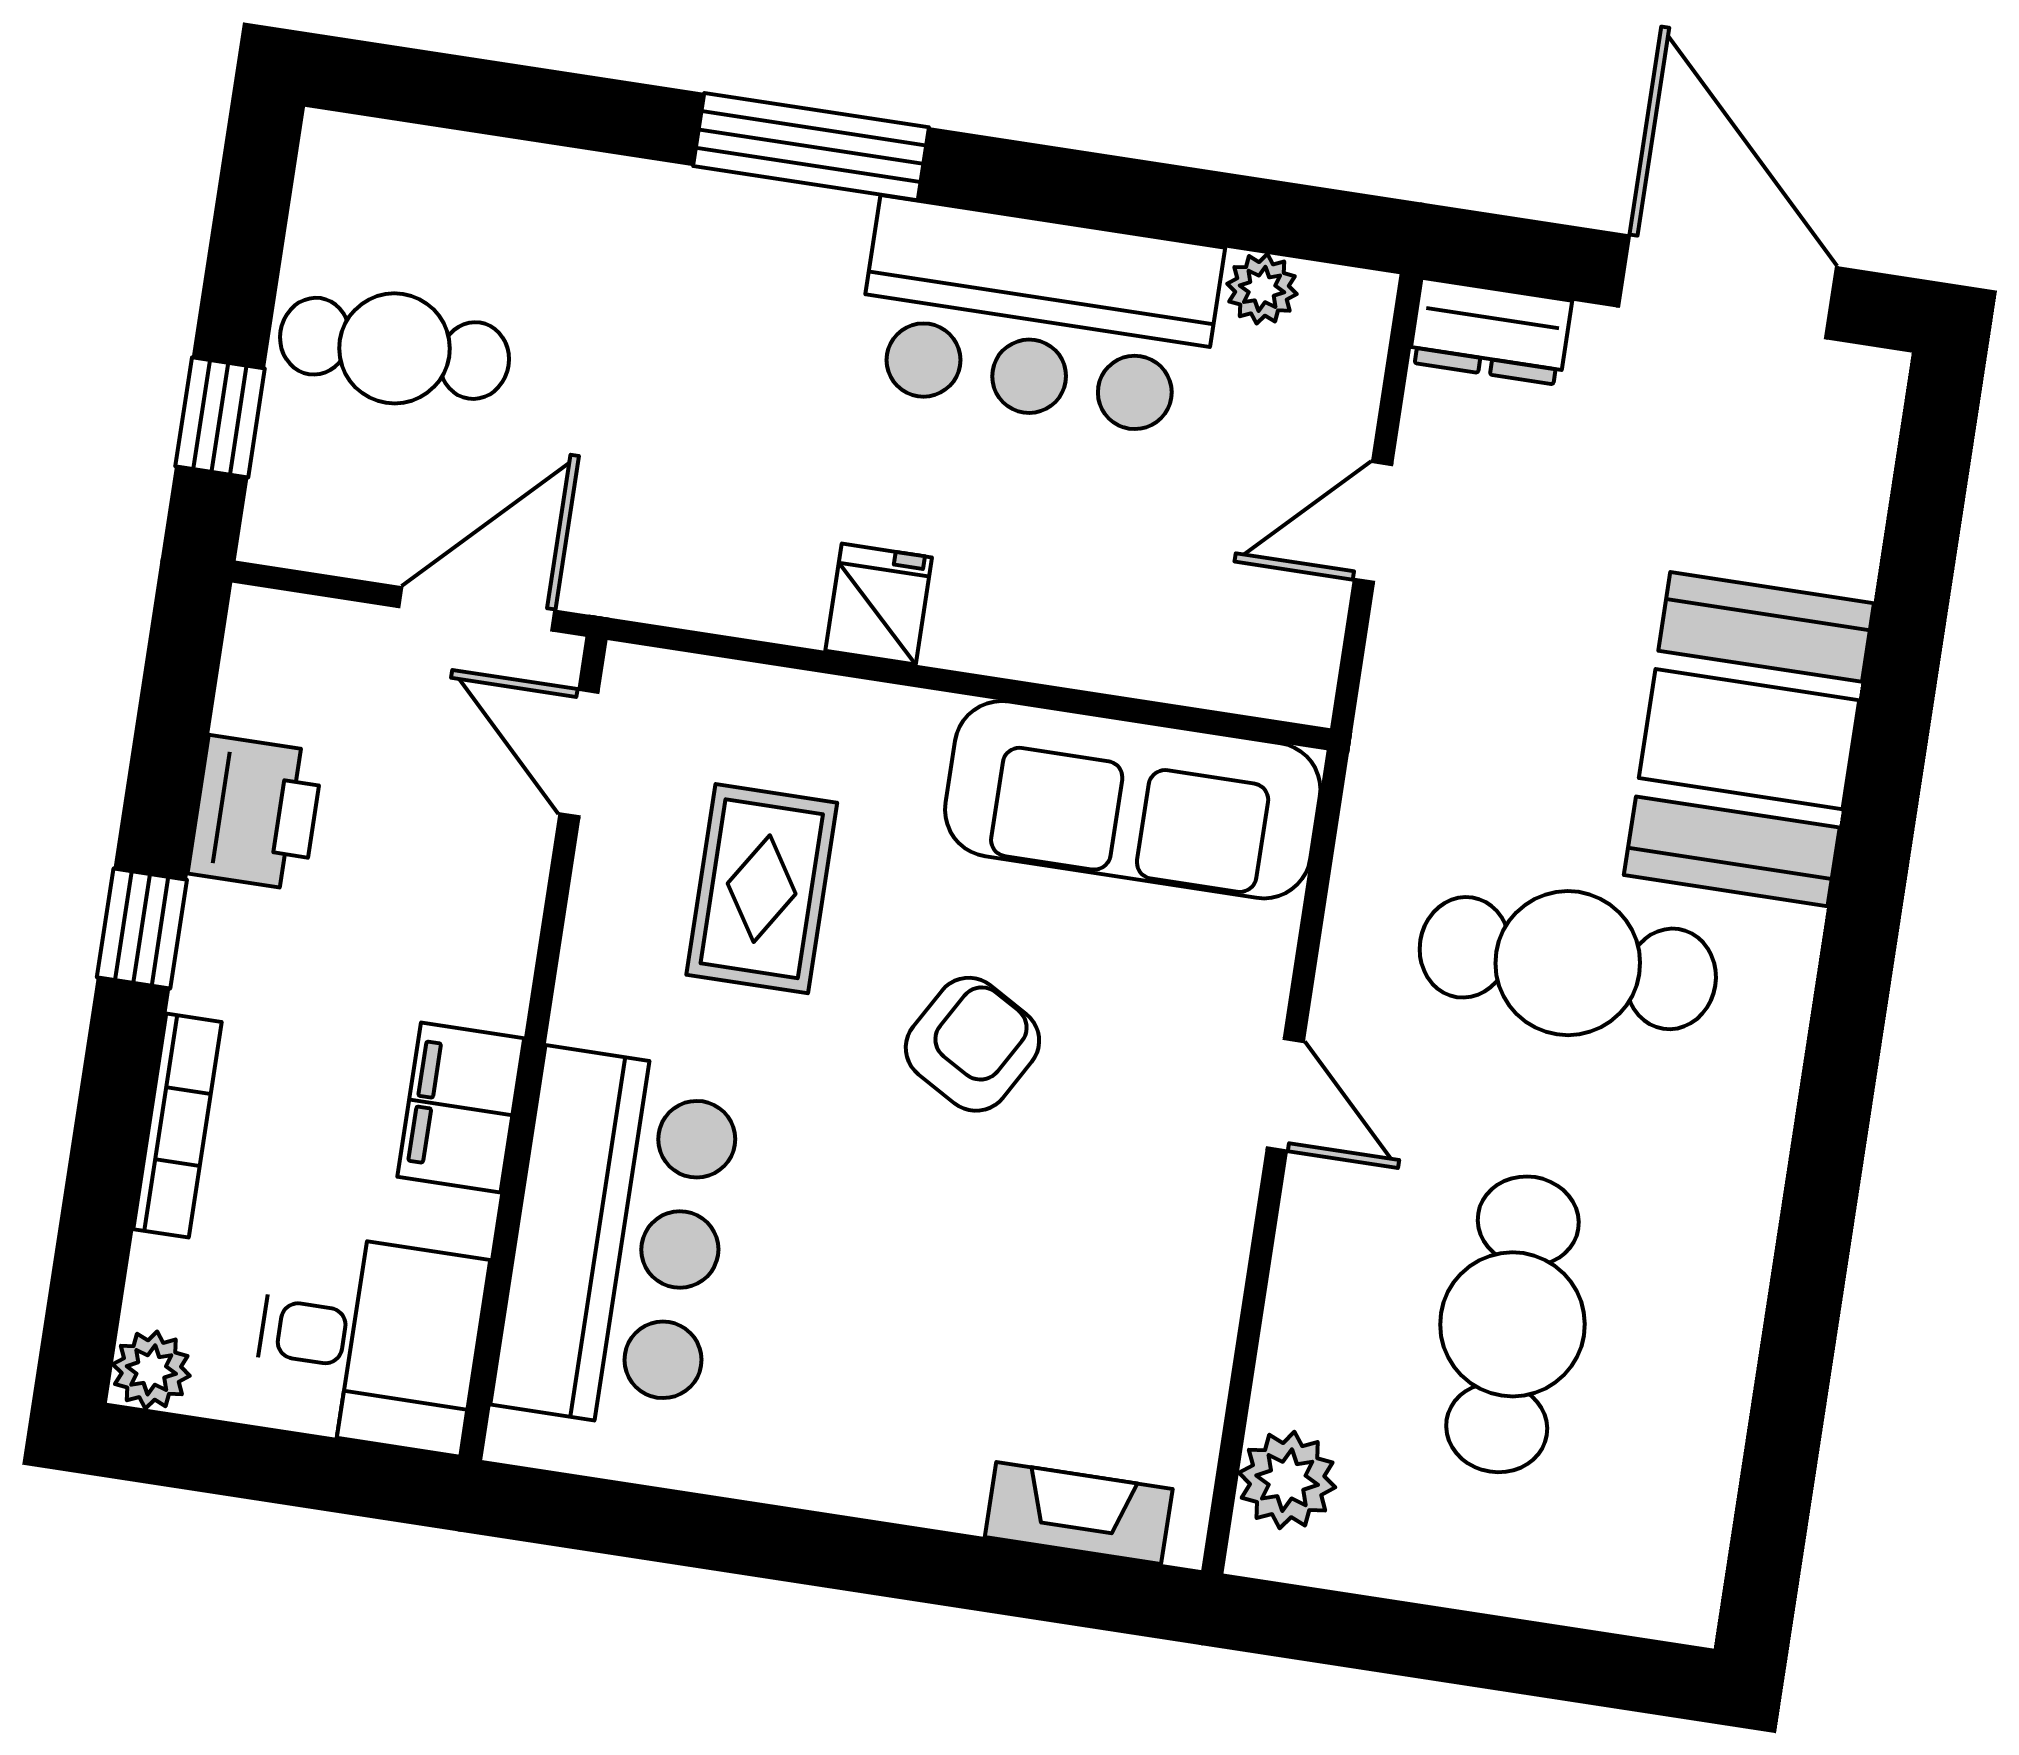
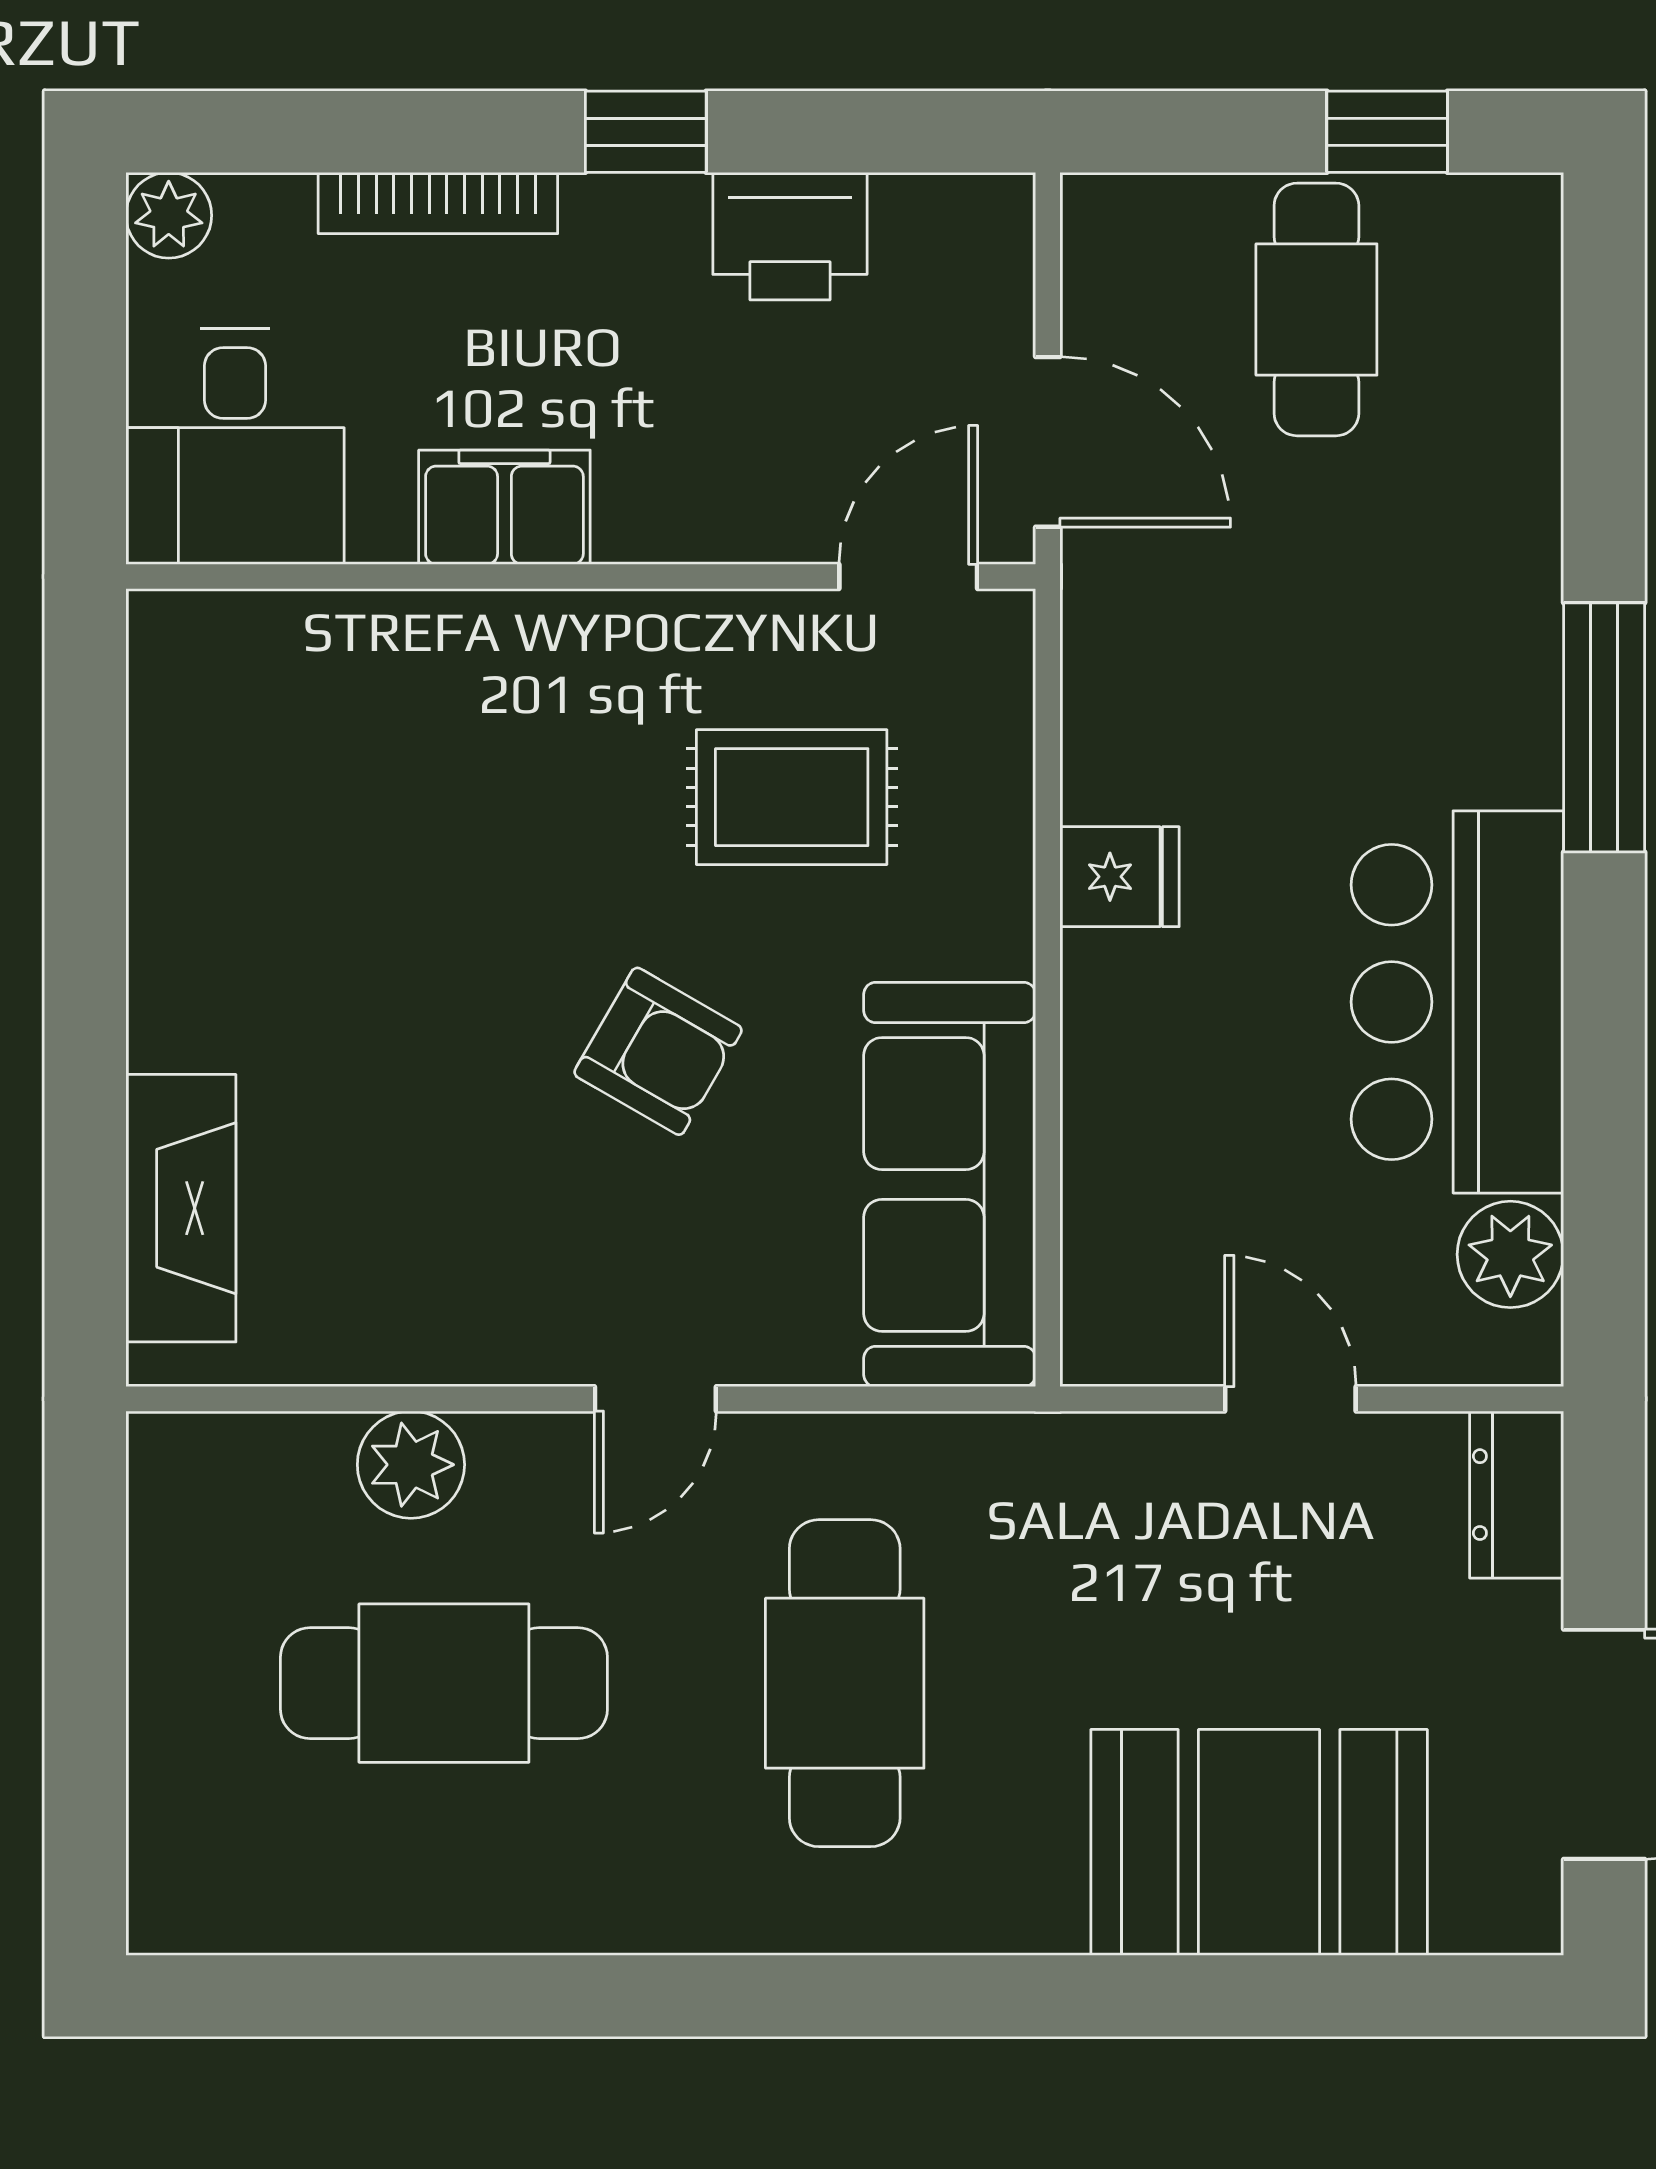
plant: (1262, 289) -> (1510, 1254), width x1.38, depth x1.38
window: (220, 417) -> (1387, 132), moved
booth: (1749, 739) -> (1259, 1842), moved
bar counter: (618, 1240) -> (387, 700), removed
plant: (1287, 1480) -> (411, 1465), moved
fireplace: (1079, 1513) -> (181, 1208), width x1.37, depth x1.32

